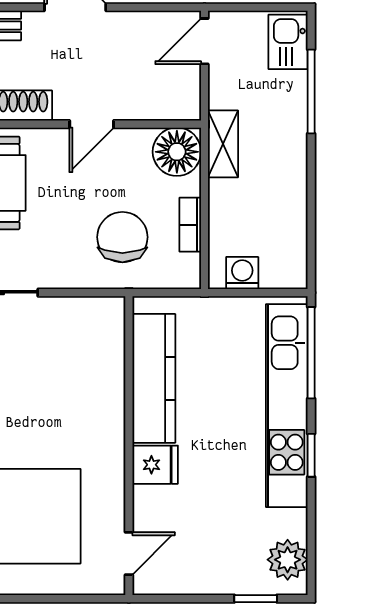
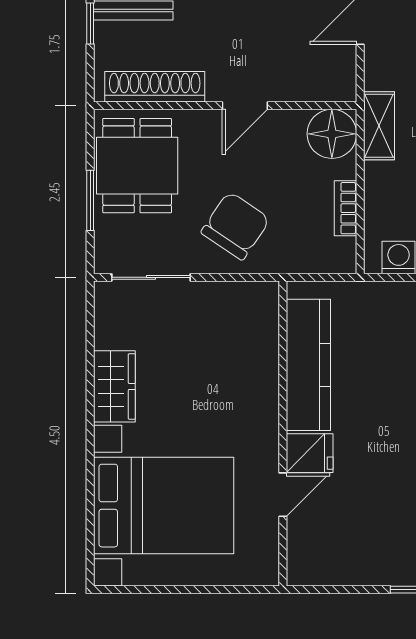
chair: (122, 237) -> (236, 226), moved, turned 34
door: (129, 553) -> (283, 495), moved

